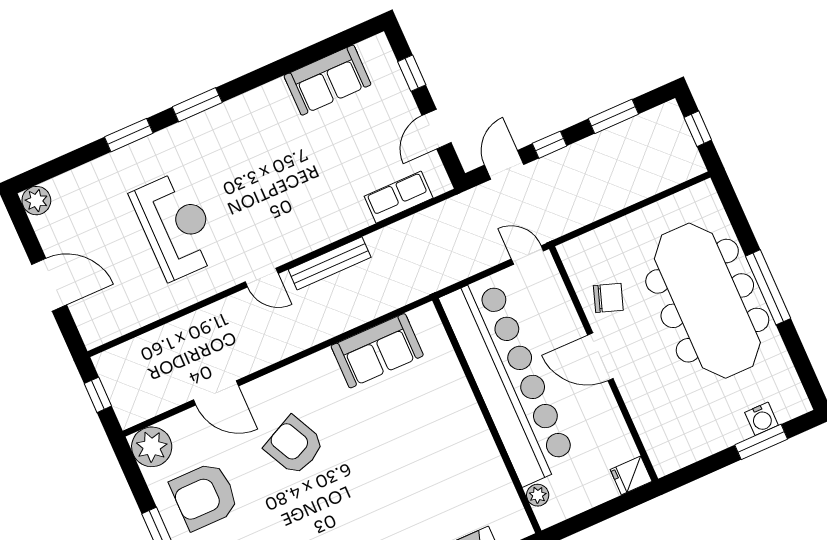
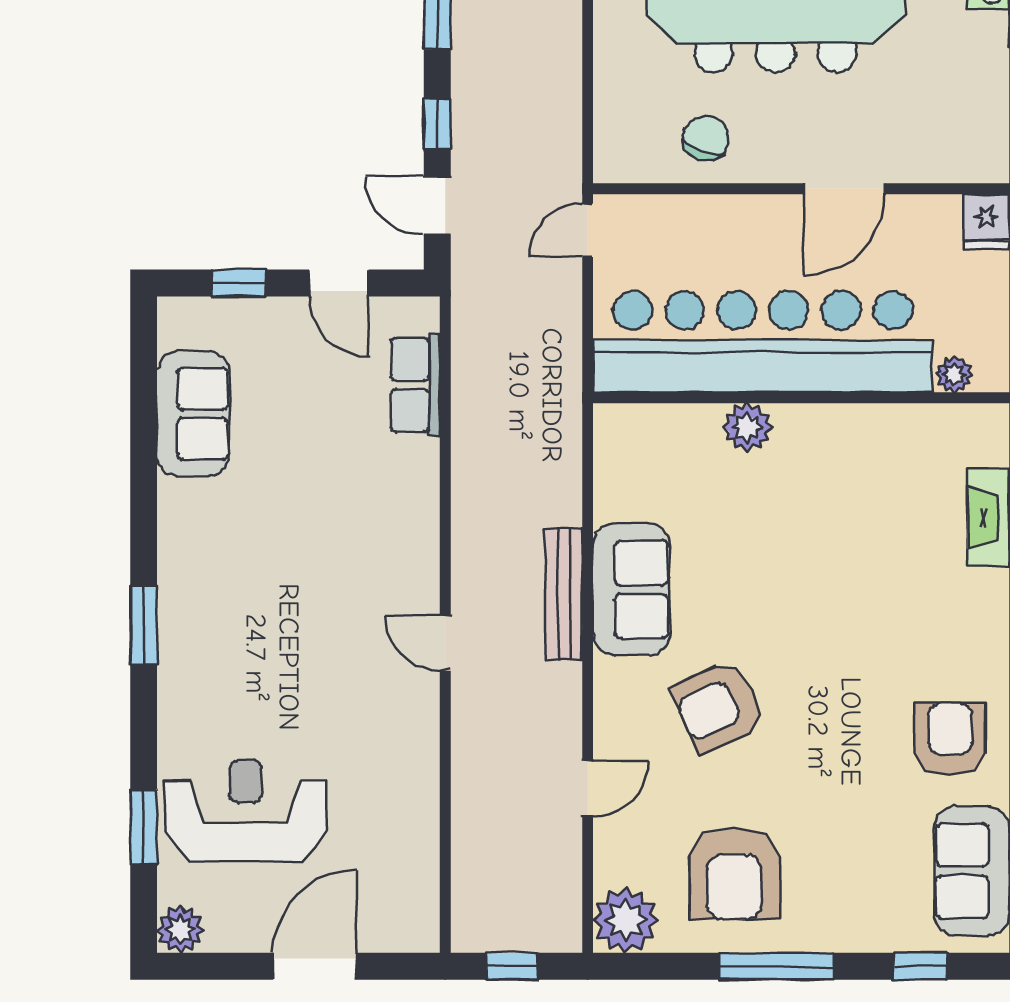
window: (129, 135) -> (144, 827), moved
reception desk: (176, 226) -> (246, 811), moved
bench: (330, 263) -> (564, 594), moved
door: (262, 278) -> (445, 643), swing flipped
sofa: (377, 351) -> (631, 589), moved
door: (600, 357) -> (844, 189), moved
door: (216, 393) -> (588, 788), width x0.73
plant: (457, 393) -> (747, 427), added

